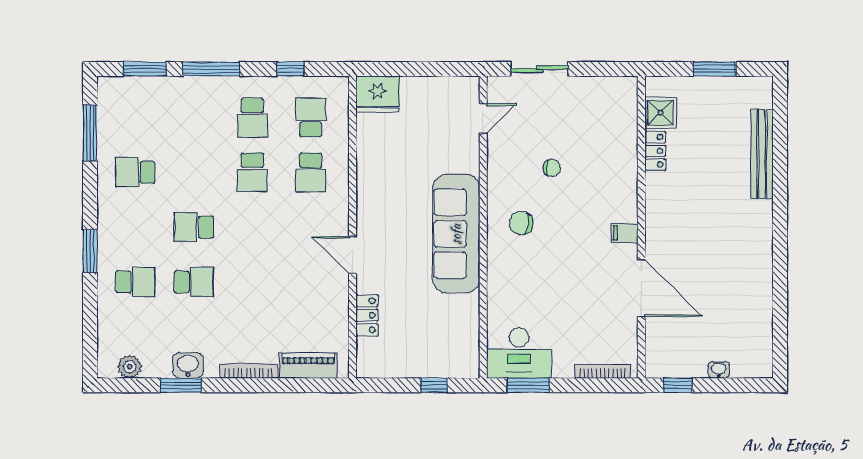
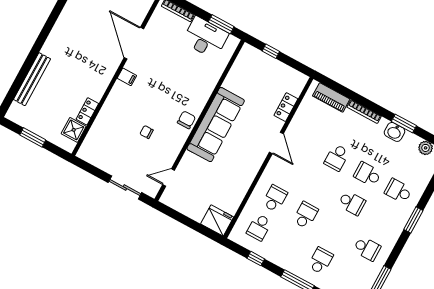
school desk: (252, 118) -> (321, 261), moved
chair: (521, 223) -> (186, 120), moved, turned -93
school desk: (252, 282) -> (337, 157), added
desk: (519, 353) -> (205, 38), moved

